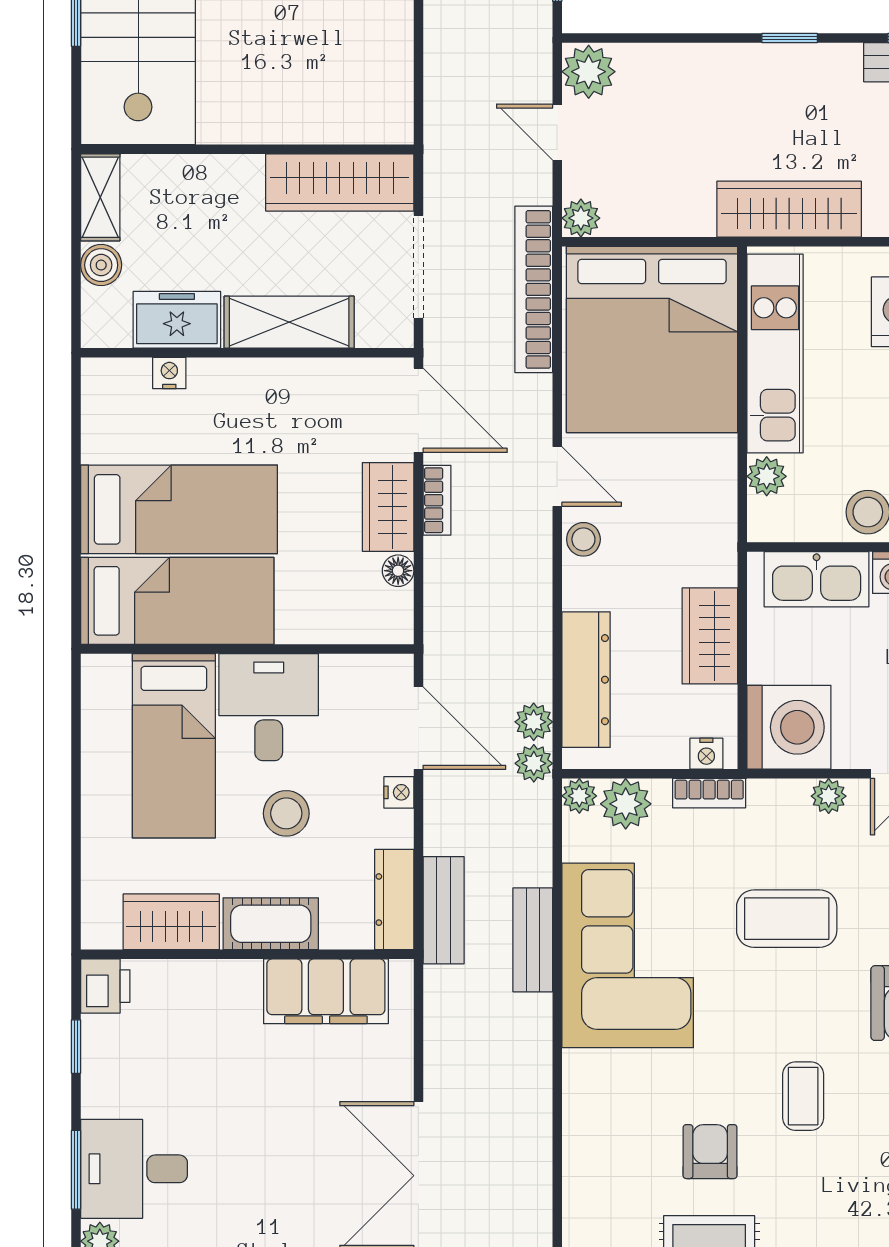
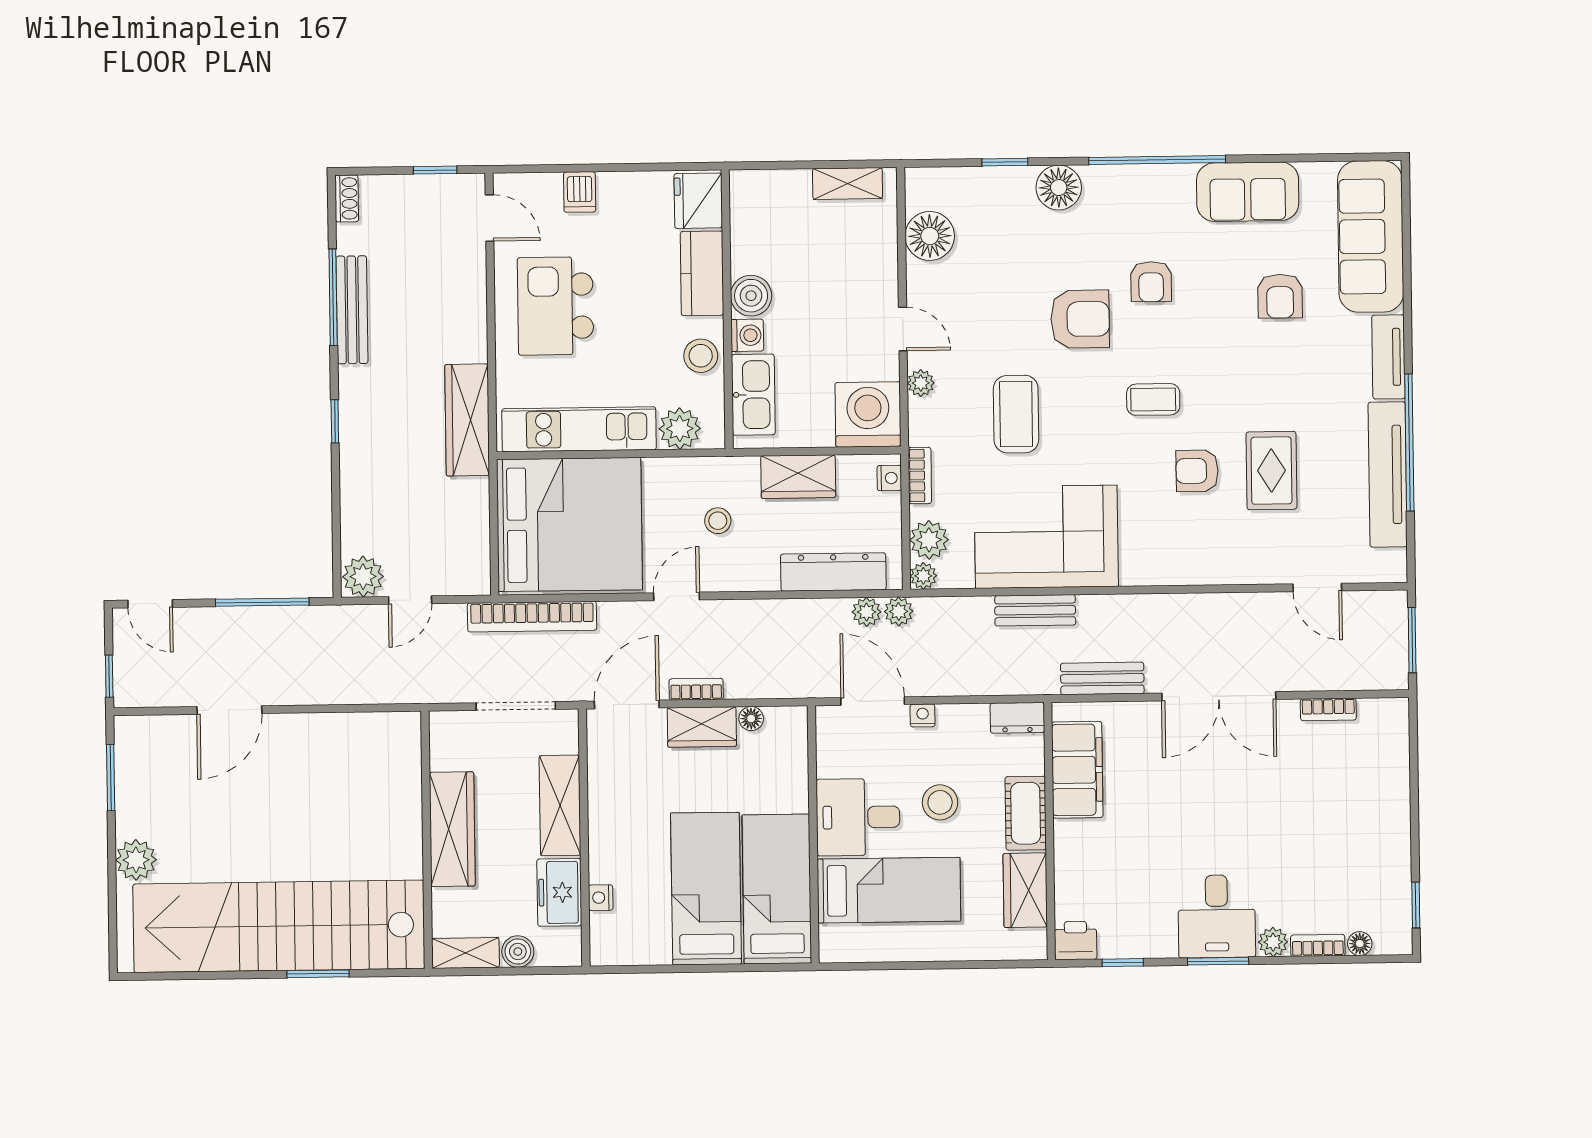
wardrobe: (340, 182) -> (452, 829), moved
plant: (581, 218) -> (476, 581), removed
plant: (767, 476) -> (680, 429), width x1.38, depth x1.38
stool: (583, 539) -> (718, 521), moved
door: (418, 728) -> (873, 701), hinge flipped
dresser: (394, 900) -> (1017, 718), width x0.70
bench: (444, 910) -> (1102, 678), moved

